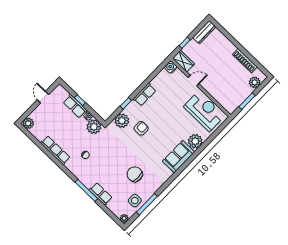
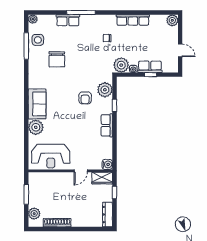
chair: (135, 174) -> (57, 59), turned 89

